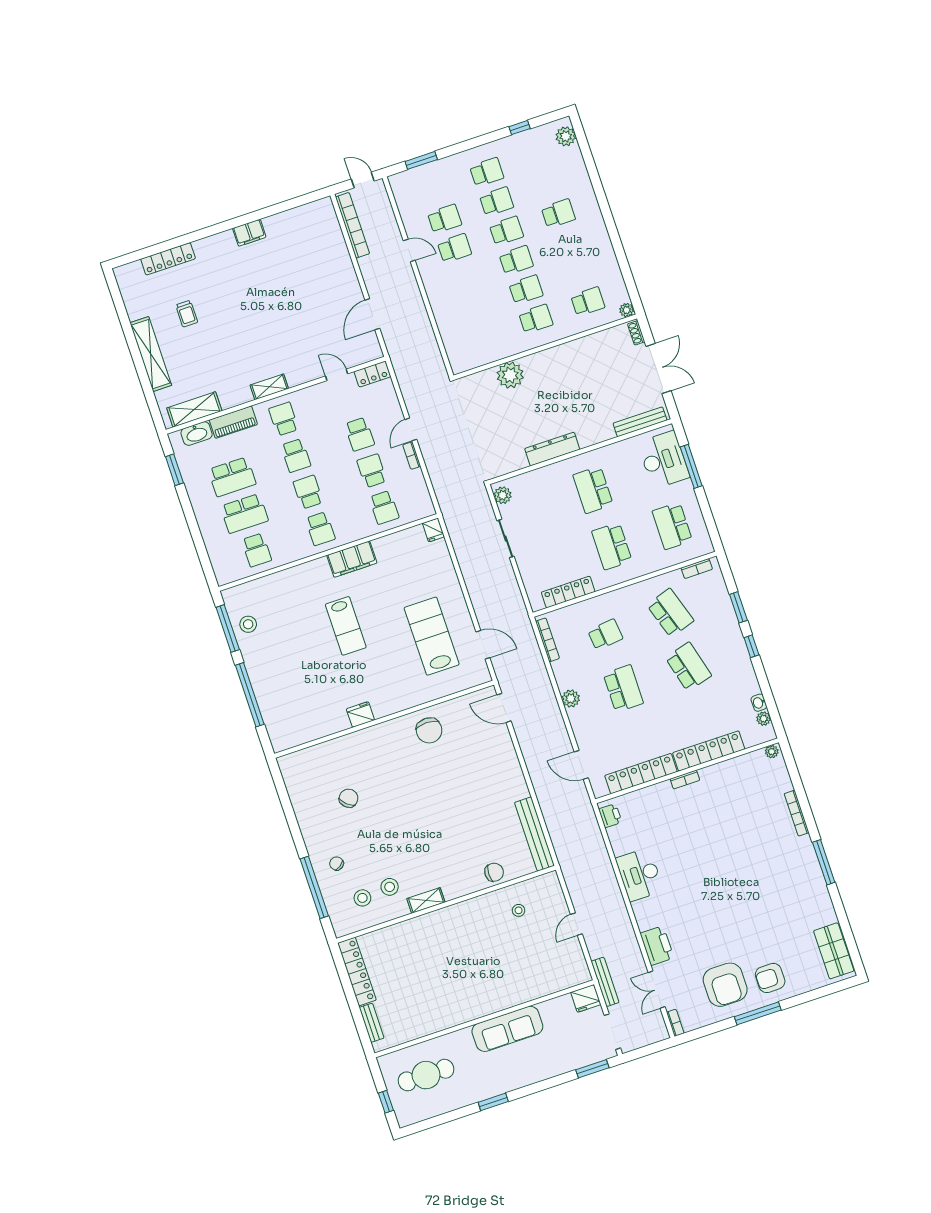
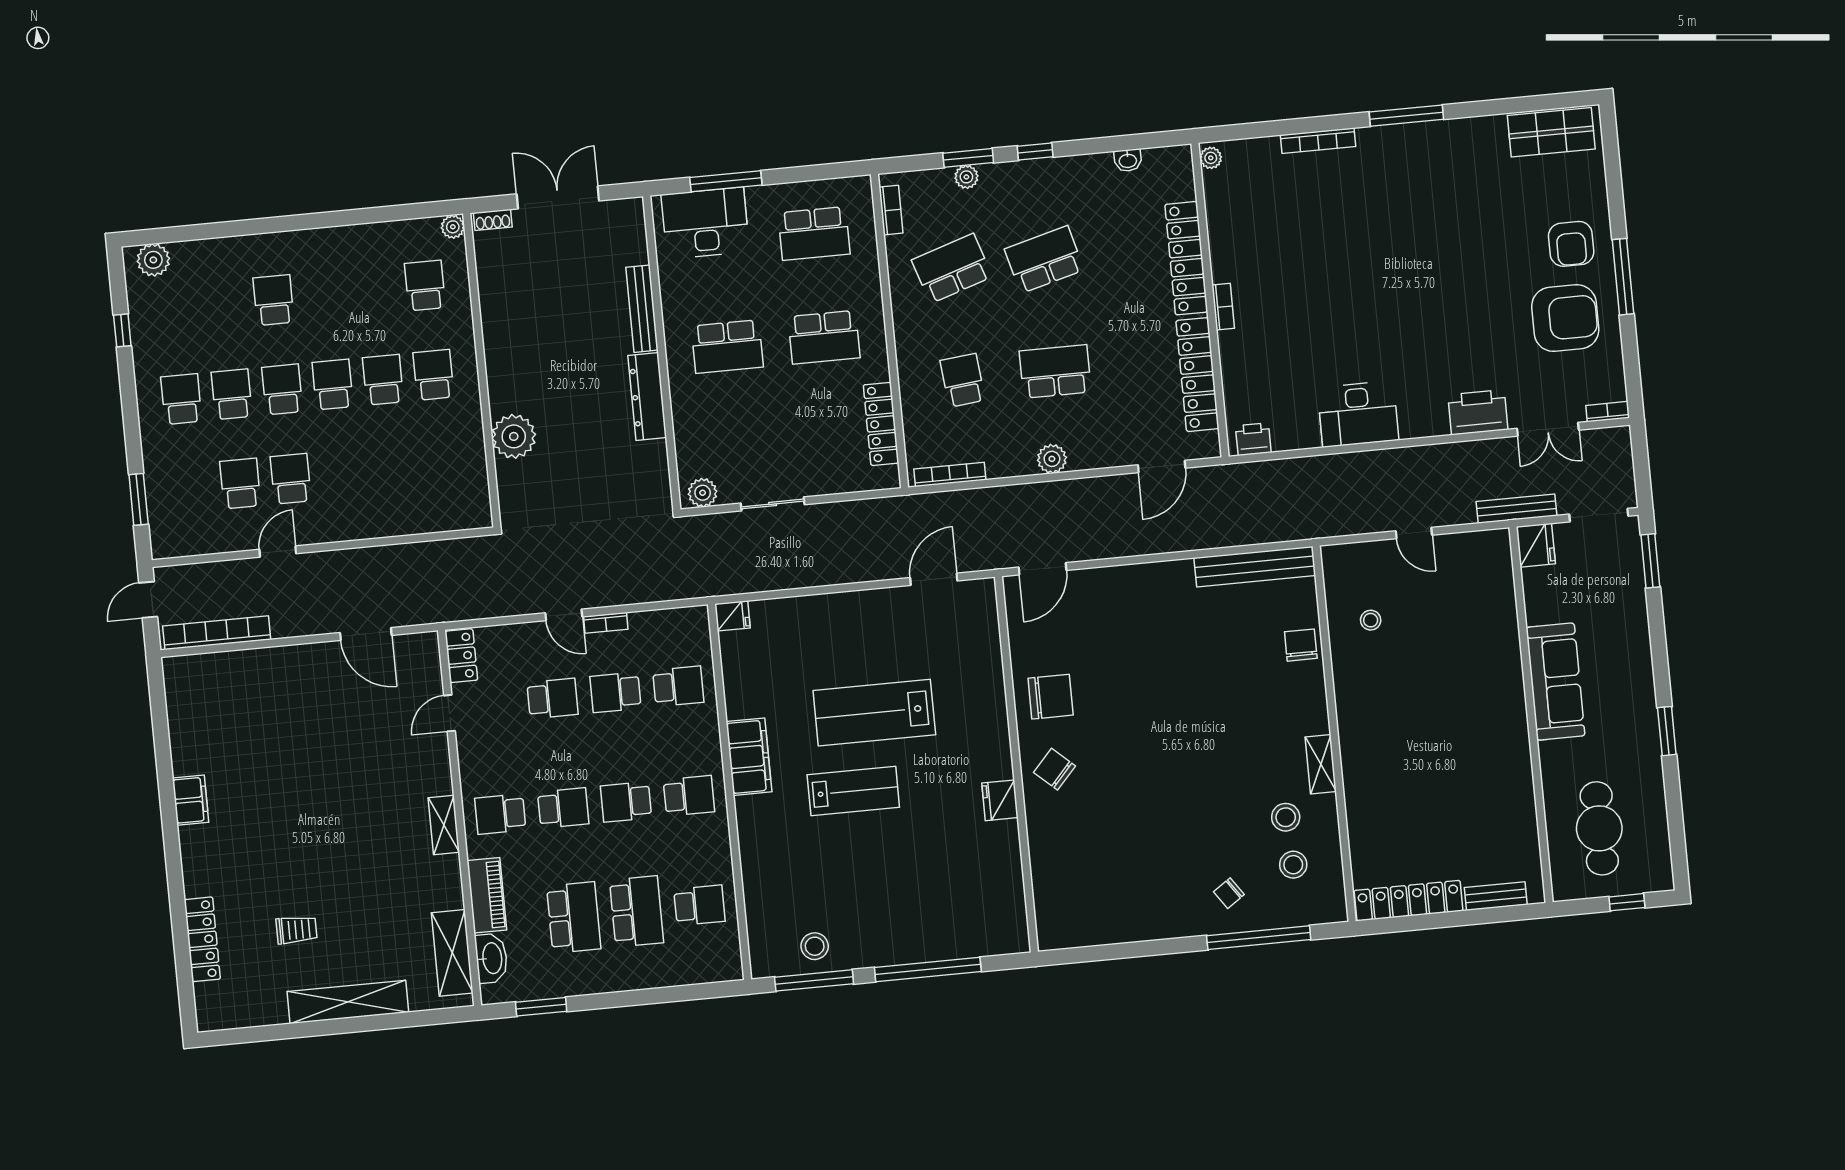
bench: (640, 422) -> (642, 309), moved
lab bench: (432, 636) -> (874, 713), moved
plant: (764, 719) -> (966, 177), moved
chair: (349, 798) -> (1054, 769), moved

